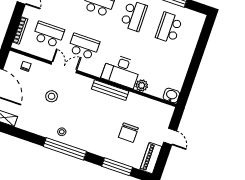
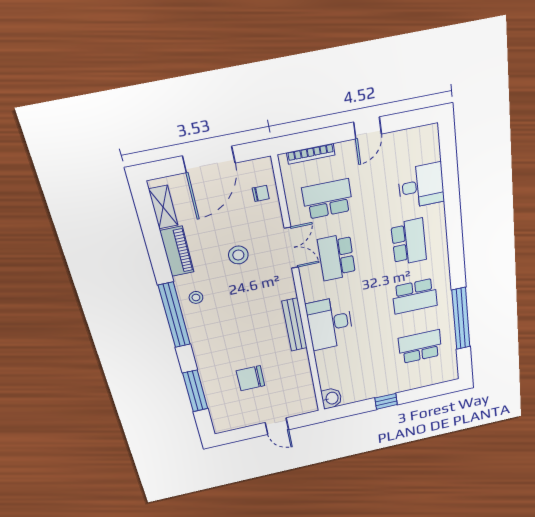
school desk: (49, 34) -> (327, 199), turned -90
school desk: (84, 46) -> (337, 257), turned 180
window: (194, 65) -> (386, 401), added
plant: (142, 86) -> (324, 358), removed
door: (170, 136) -> (277, 426), hinge flipped
piano: (151, 158) -> (177, 251), moved, turned 90

